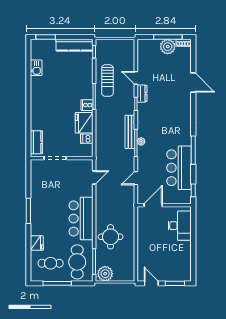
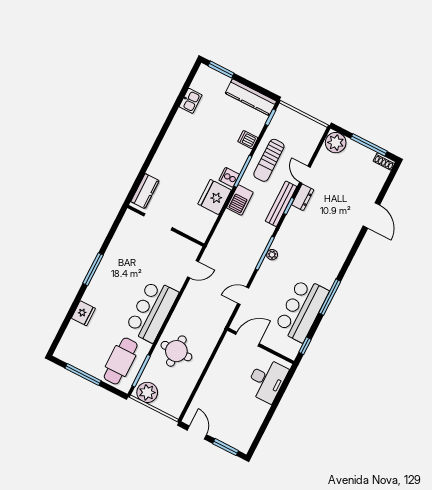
plant: (168, 47) -> (336, 143), moved
barbecue: (102, 116) -> (240, 200), added
bench: (130, 132) -> (281, 204), moved
dishwasher: (87, 139) -> (248, 140), moved
cafe table: (51, 263) -> (88, 346), removed

